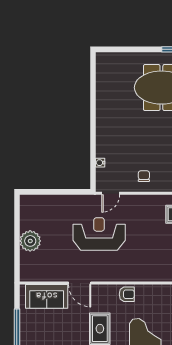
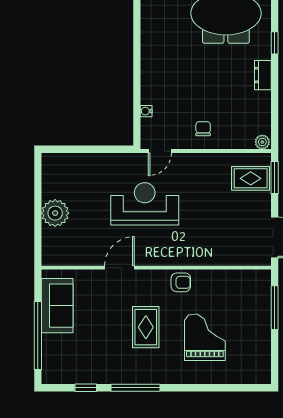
door: (80, 283) -> (119, 268), swing flipped
sofa: (47, 296) -> (57, 306), moved, turned -90

